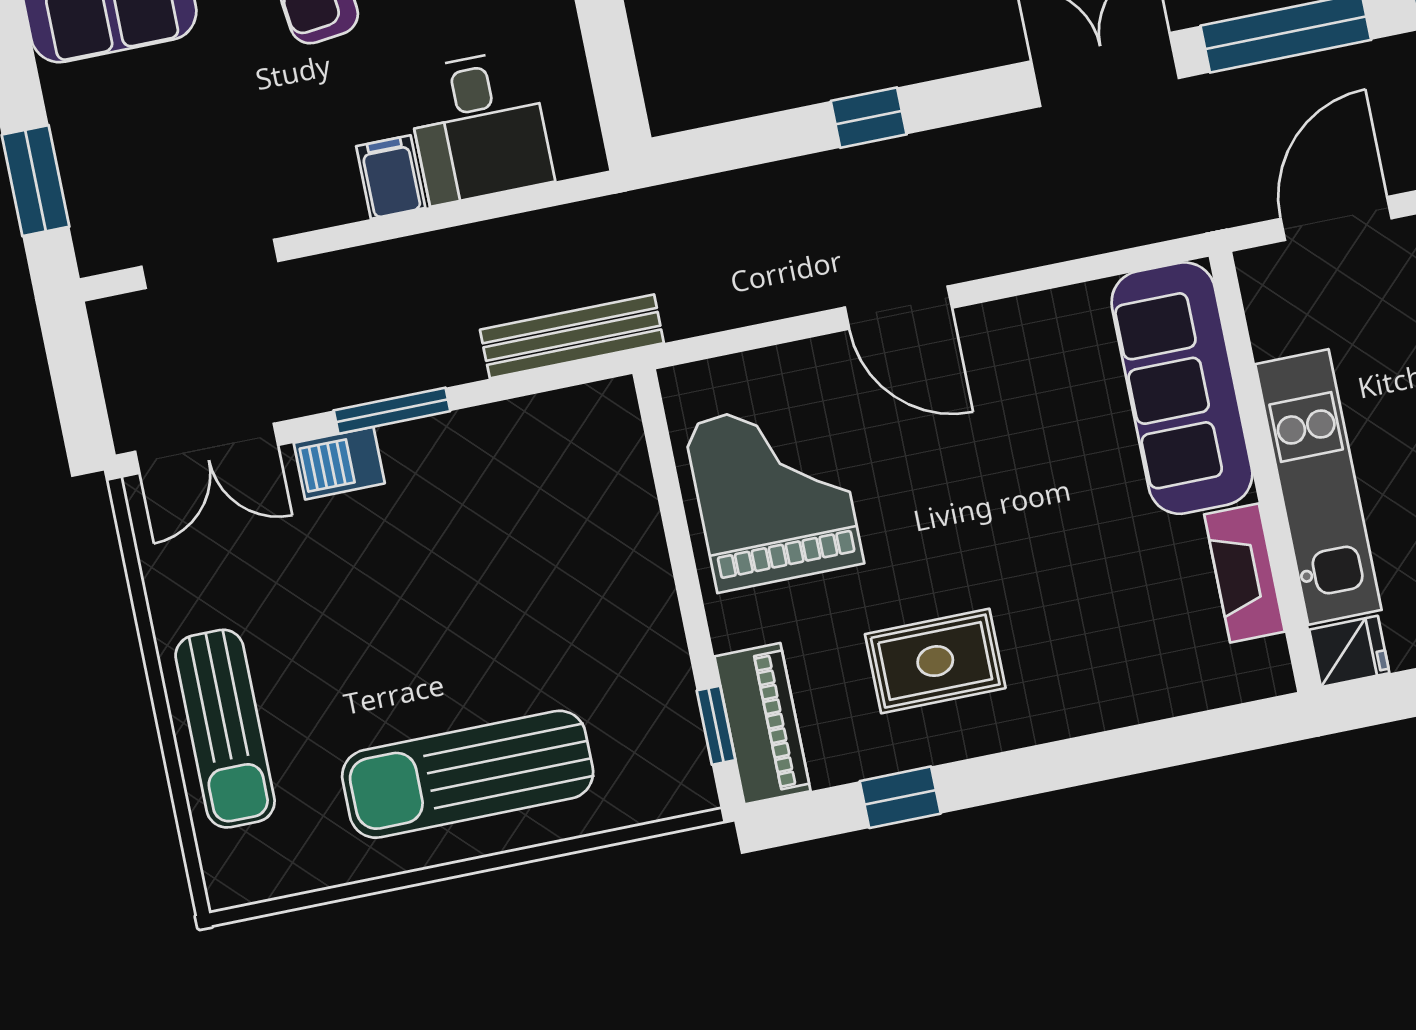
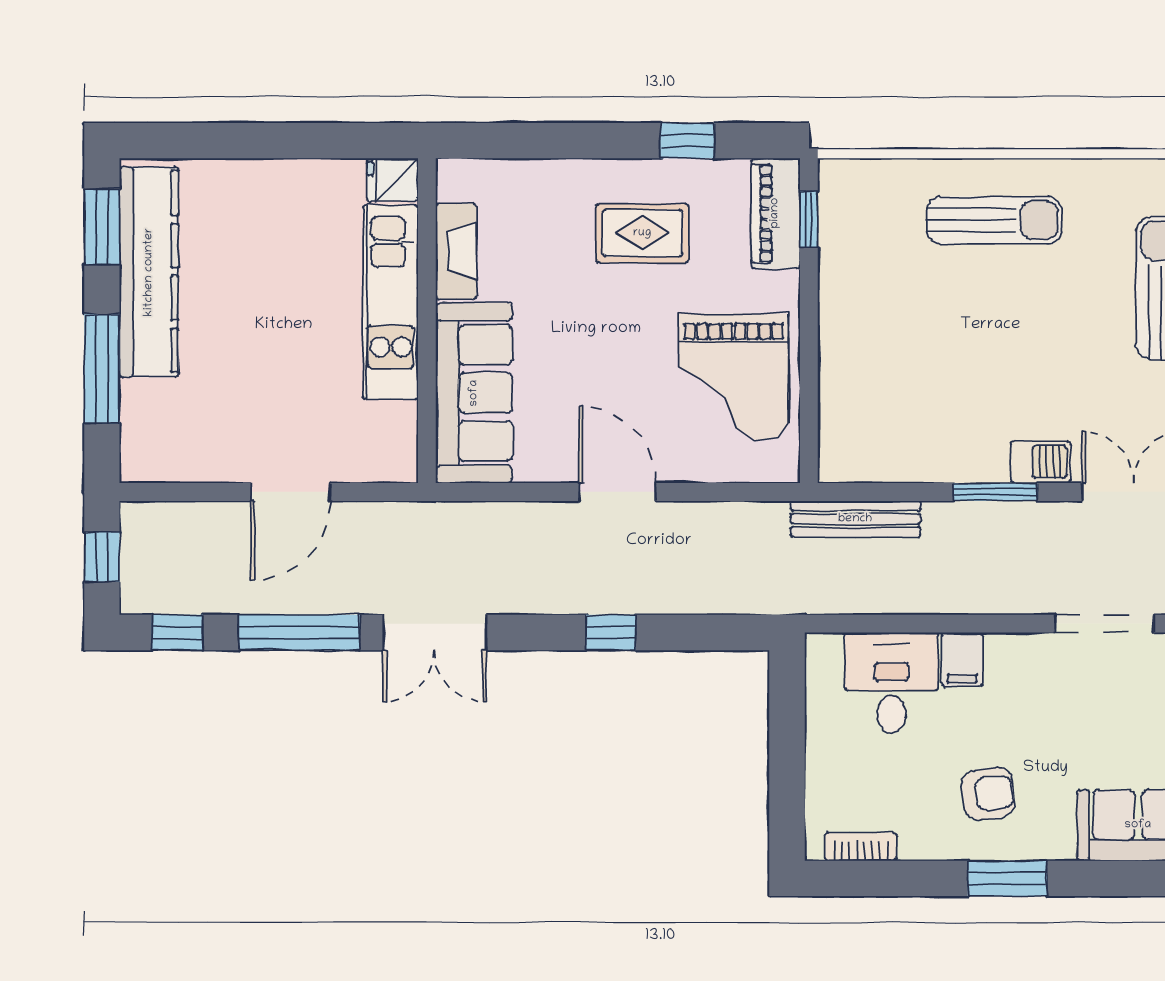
sofa: (1182, 388) -> (474, 393), moved
wall: (1265, 472) -> (427, 321), moved
kitchen unit: (1318, 487) -> (391, 302), moved
fireplace: (1245, 573) -> (456, 251), moved
fridge: (1349, 651) -> (392, 180), moved
sun lounger: (468, 774) -> (994, 220), width x0.73, depth x0.75

